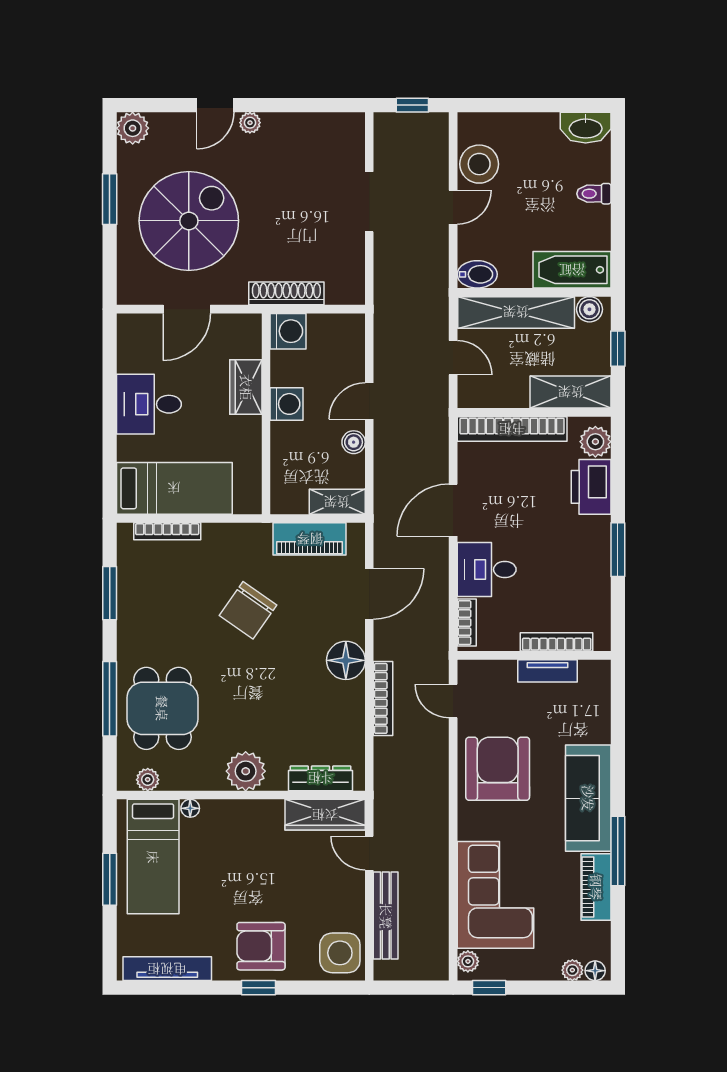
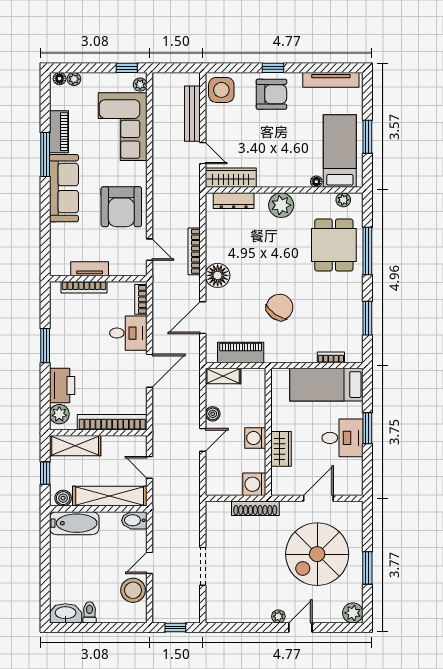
toilet: (594, 194) -> (90, 612), moved, turned -90
window: (110, 419) -> (367, 428), added
bookcase: (167, 531) -> (331, 357), width x0.64

